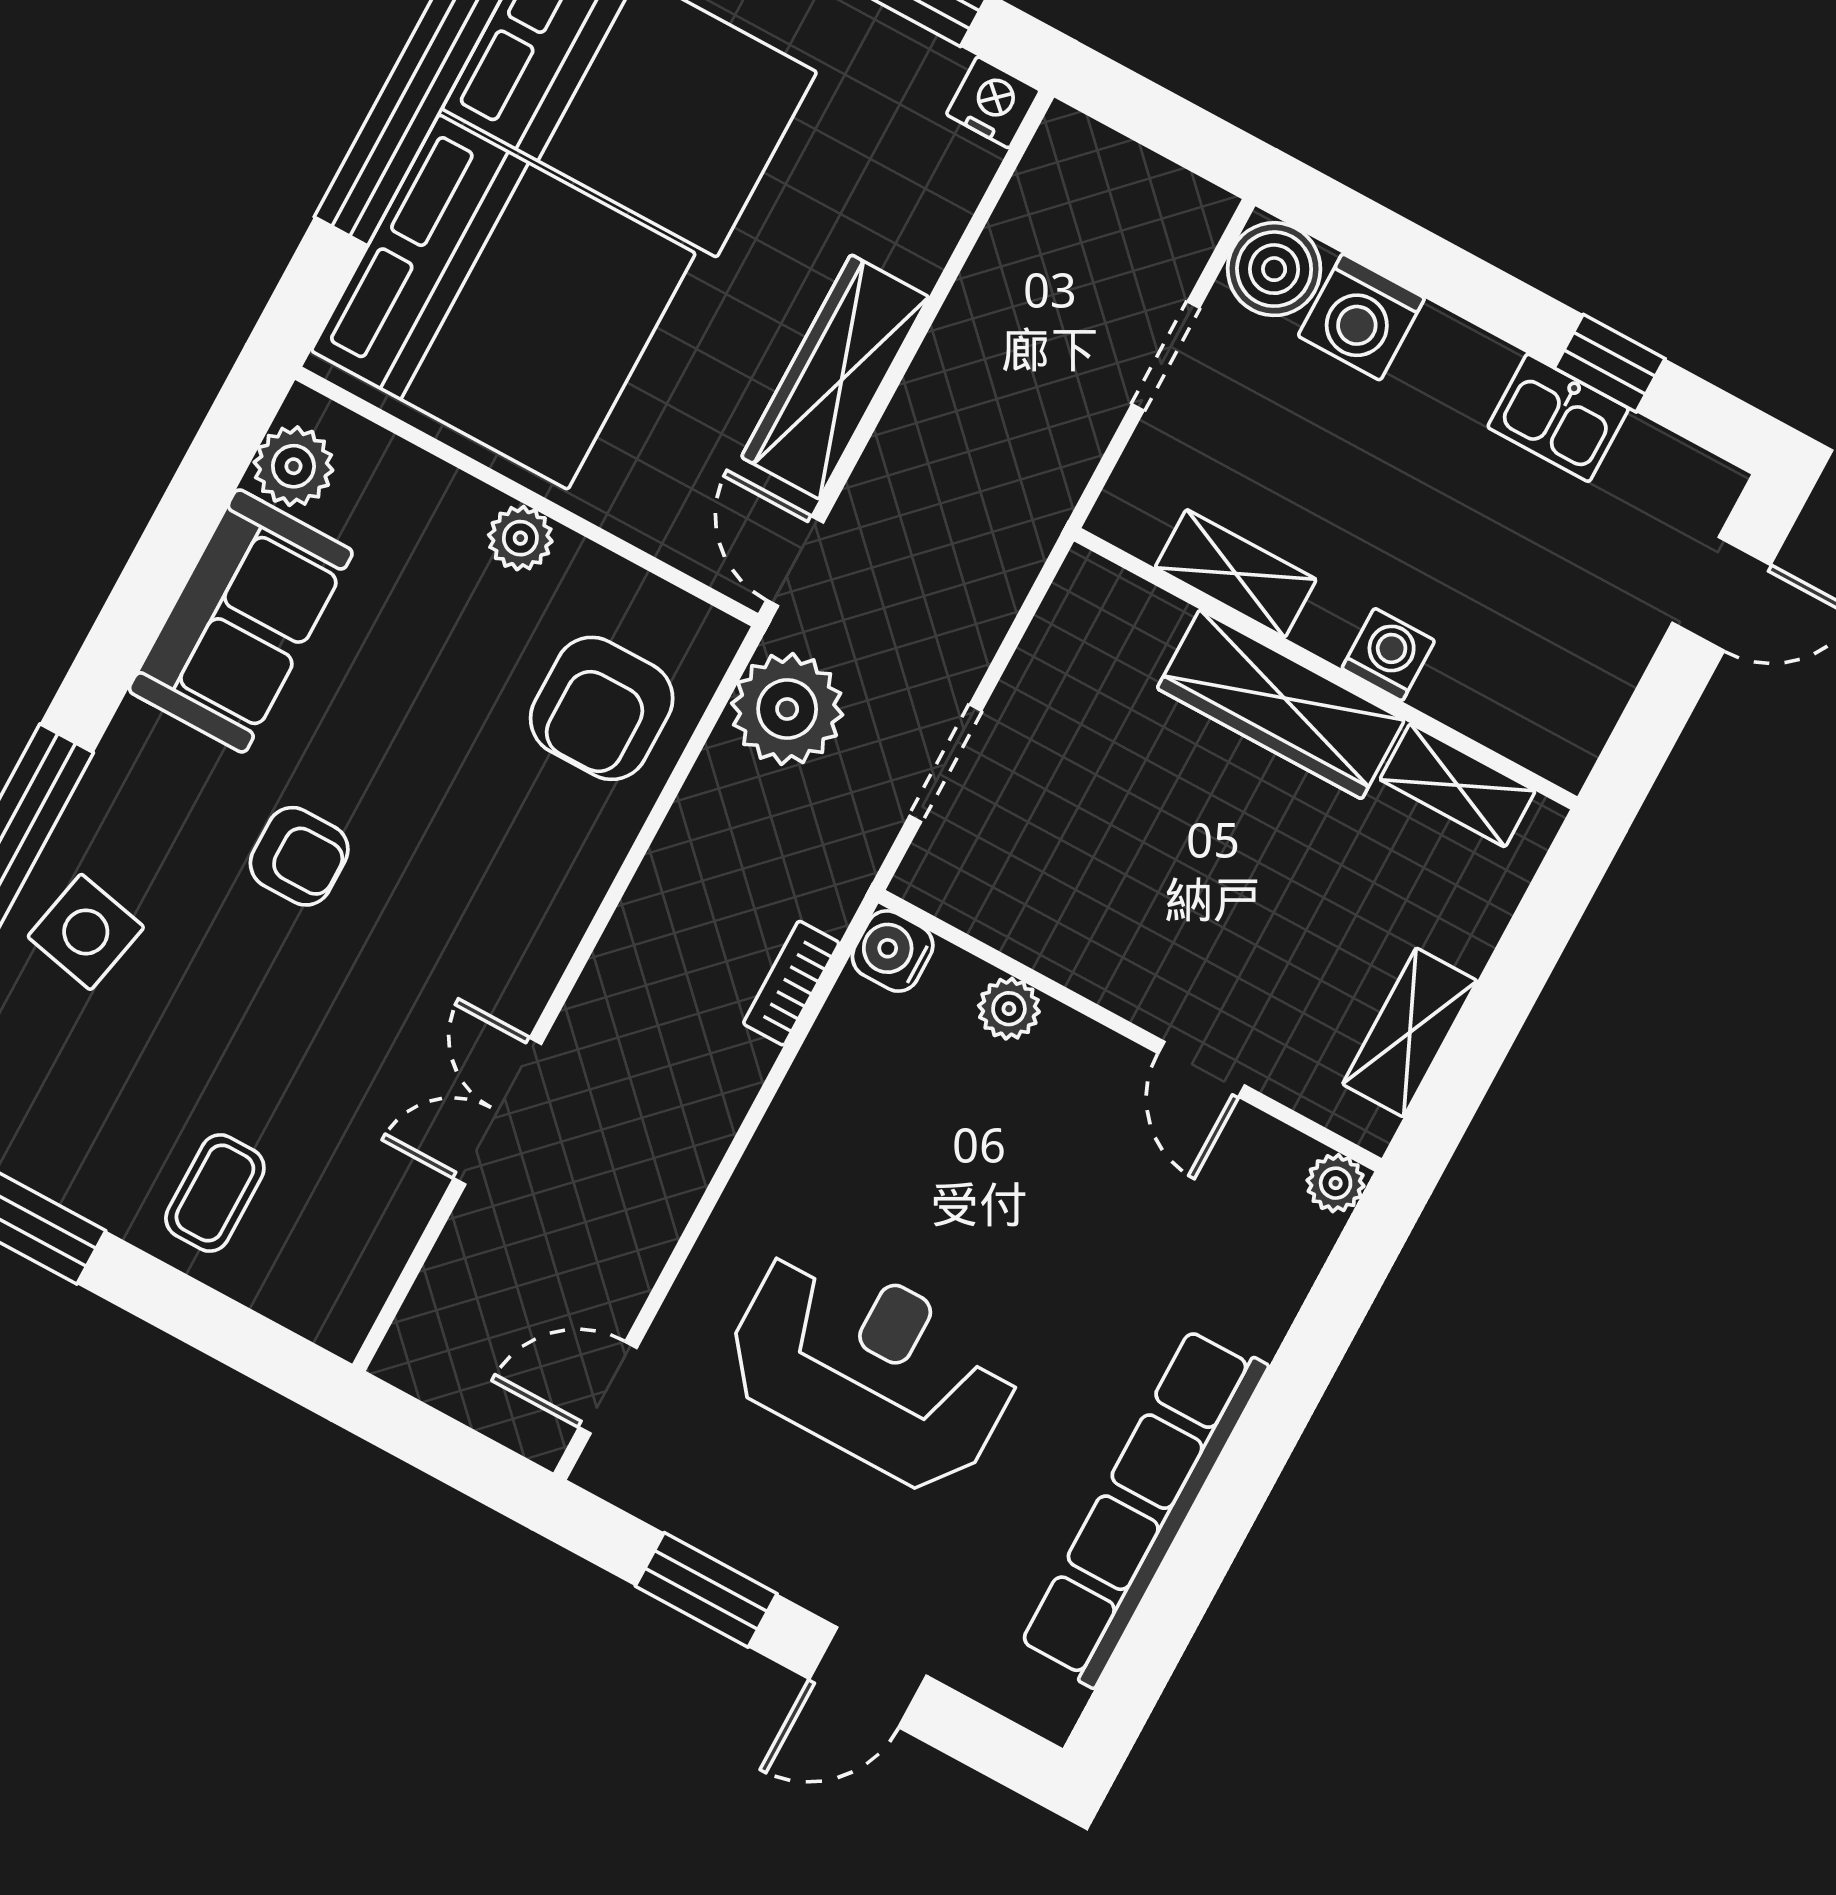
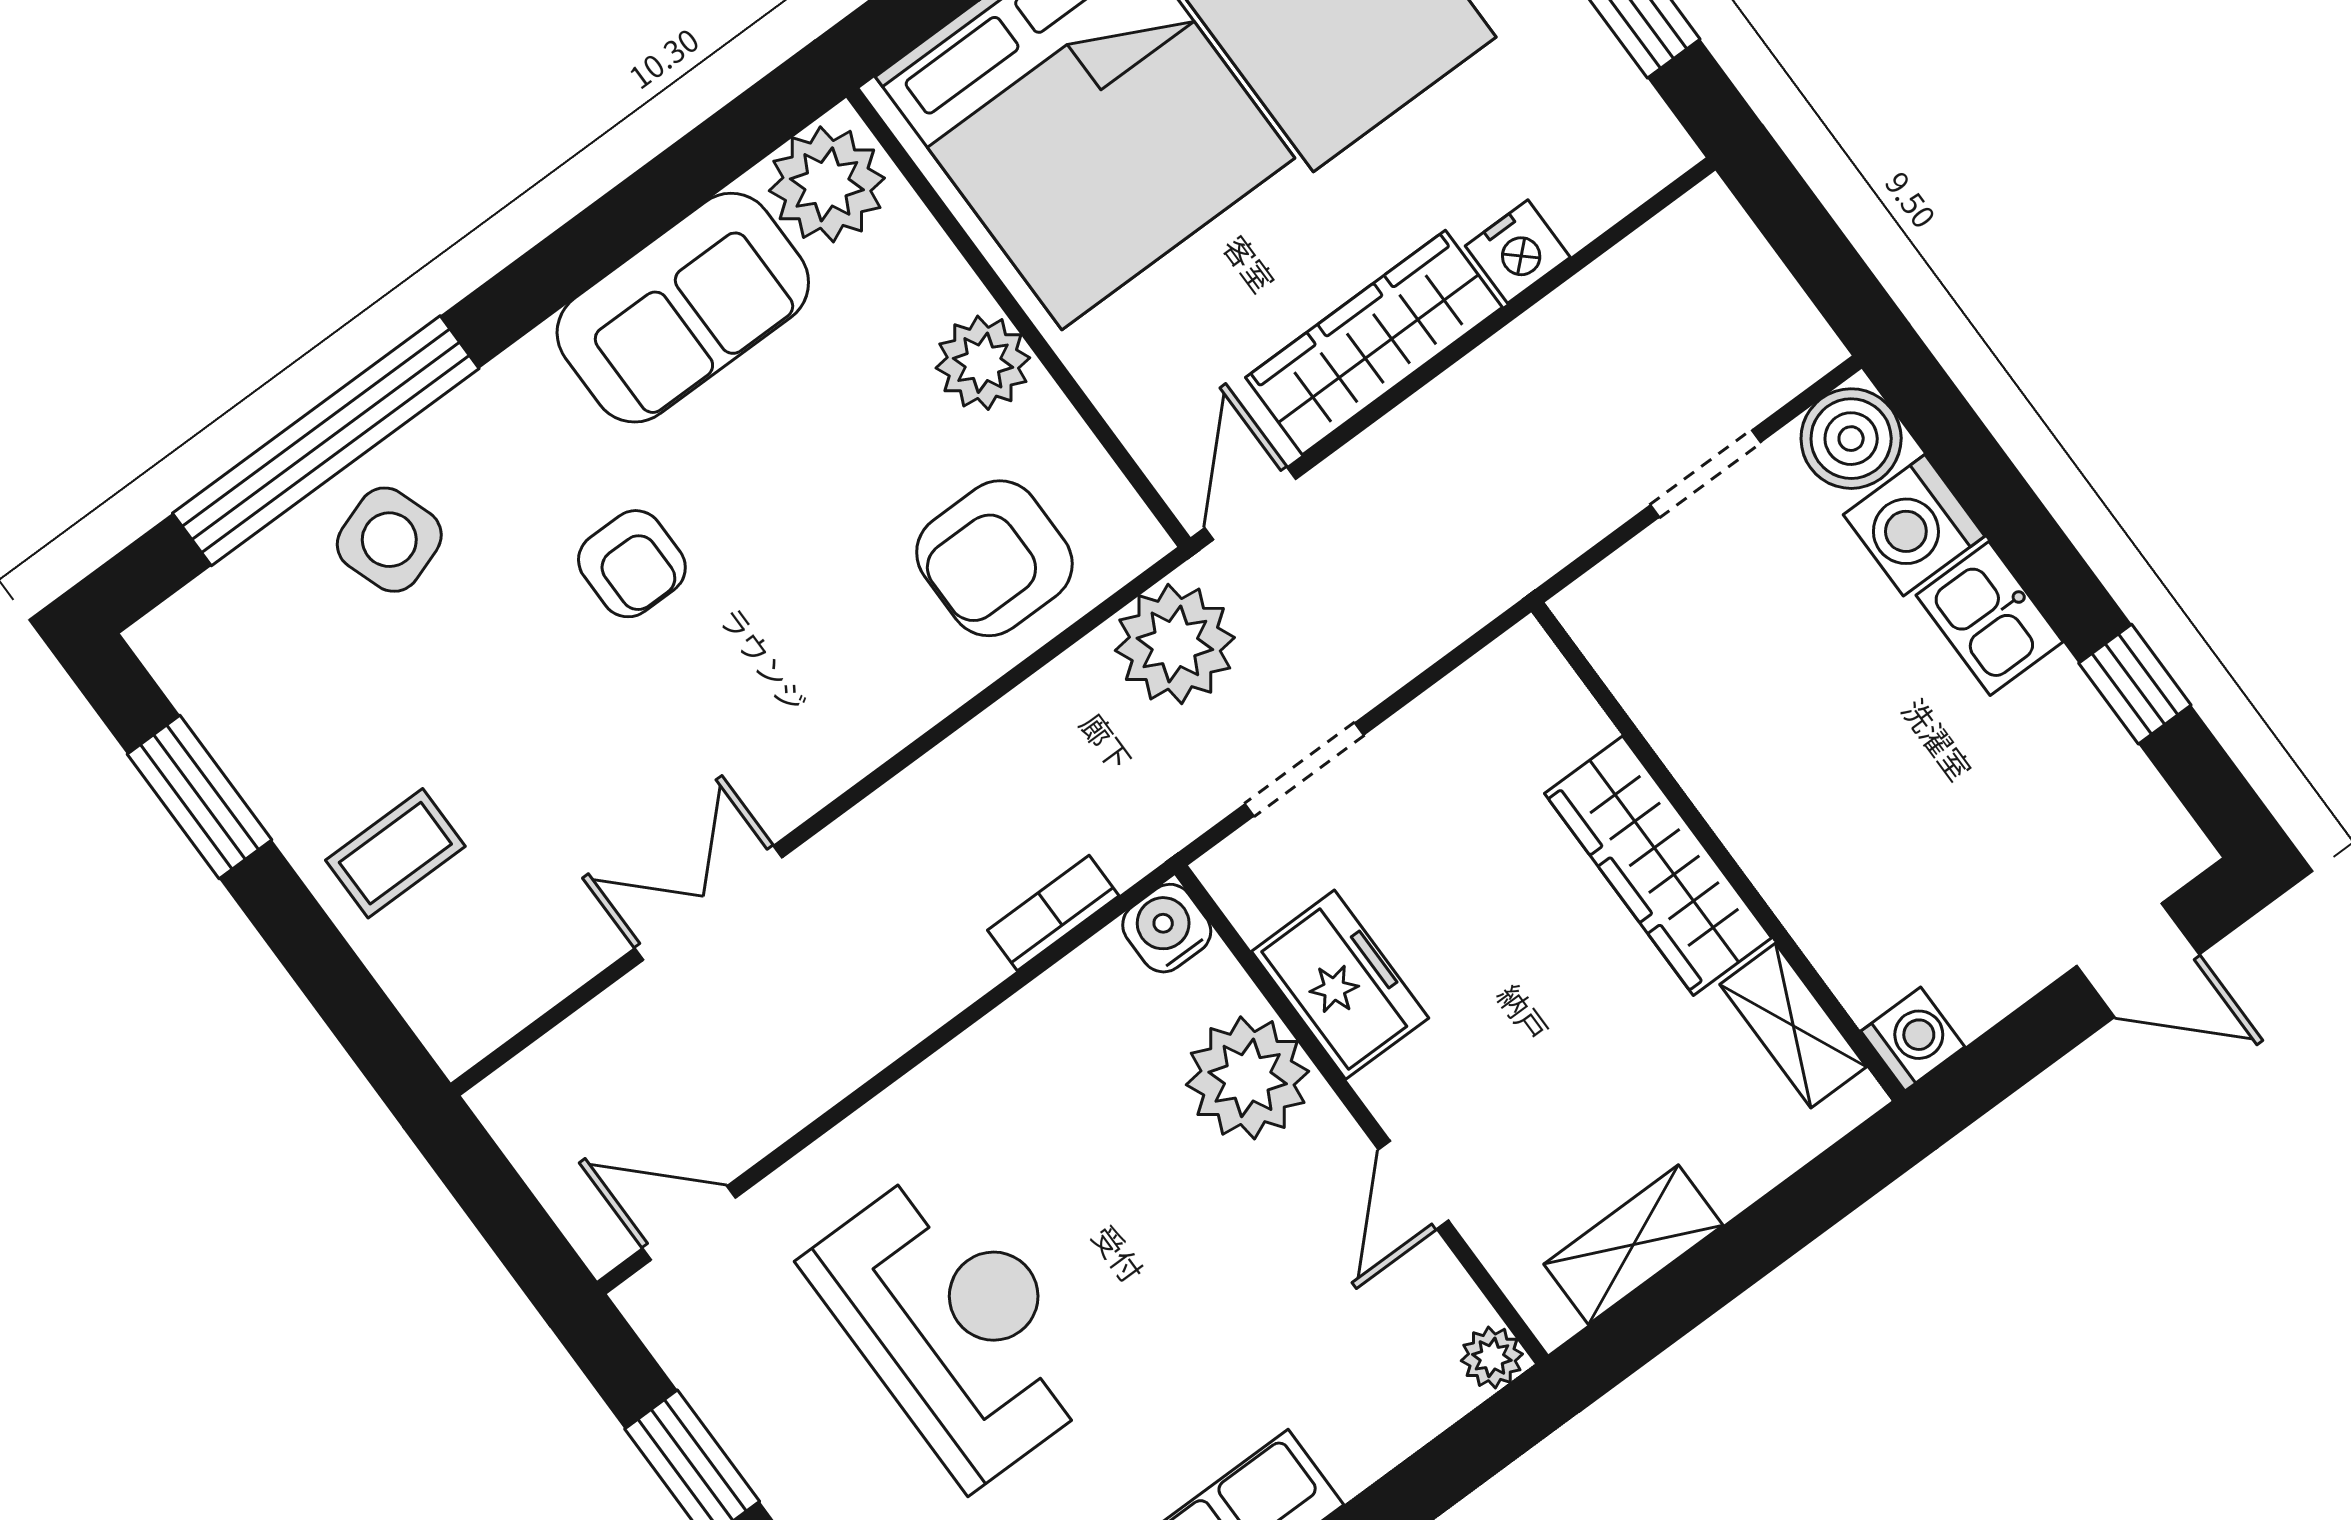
nightstand: (993, 102) -> (1518, 252), moved, turned 90
kitchen sink: (1558, 418) -> (1989, 619), moved
plant: (293, 466) -> (827, 184), width x1.36, depth x1.36
plant: (520, 538) -> (983, 363), width x1.38, depth x1.38
shelving: (1236, 573) -> (1674, 718), removed
washing machine: (1388, 655) -> (1913, 1039), moved
freezer: (1061, 930) -> (1340, 985), added
side table: (86, 932) -> (389, 540), turned -31
plant: (1009, 1009) -> (1248, 1078), width x1.87, depth x1.87

